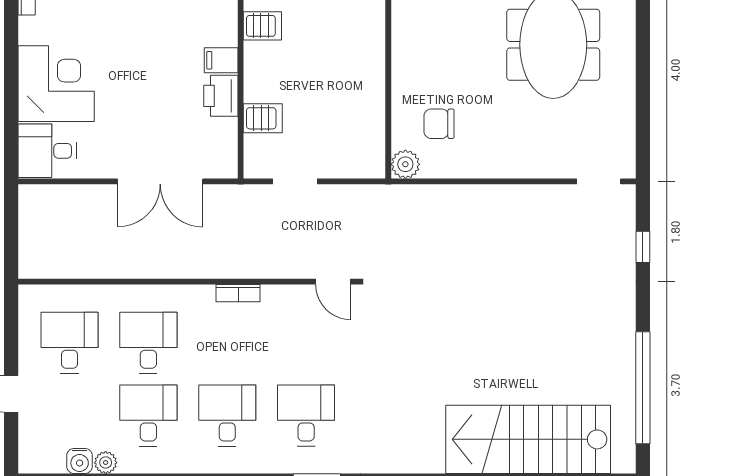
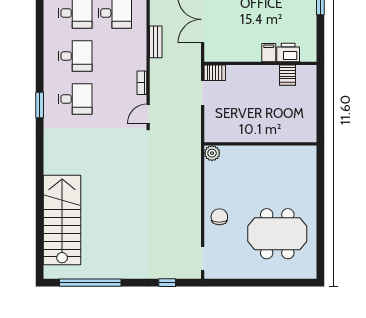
printer: (221, 96) -> (288, 53), moved
server rack: (263, 118) -> (215, 73), moved, turned -90
chair: (439, 124) -> (219, 217), moved
bench: (201, 268) -> (156, 42), added
bookcase: (238, 293) -> (142, 83), moved

